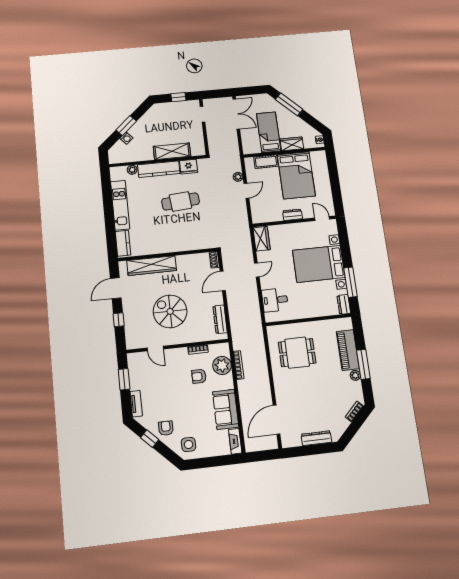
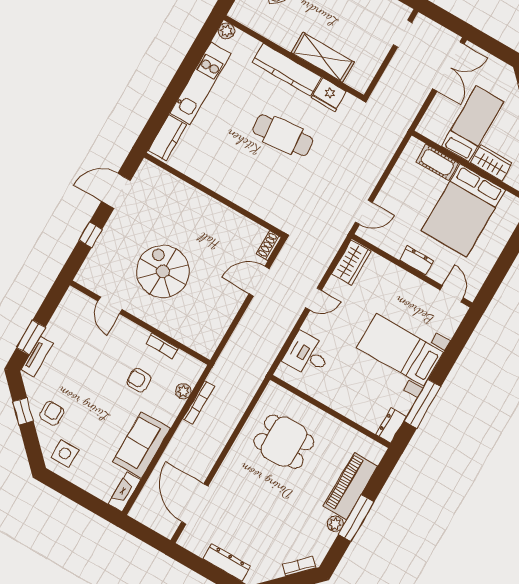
plant: (132, 170) -> (226, 31), moved
plant: (238, 177) -> (384, 156), removed
door: (246, 191) -> (364, 212), moved
bed with nightstands: (319, 264) -> (400, 350), width x0.73
wardrobe: (152, 266) -> (183, 194), removed
dresser: (220, 319) -> (219, 328), removed
plant: (222, 365) -> (183, 391), width x0.53, depth x0.53
window: (124, 379) -> (31, 337), moved
door: (276, 420) -> (195, 504), hinge flipped

